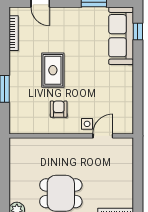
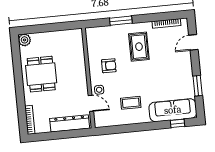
rug: (53, 70) -> (139, 47), moved, turned 90
coffee table: (107, 87) -> (131, 103), added
dresser: (125, 164) -> (70, 123), added

